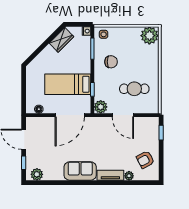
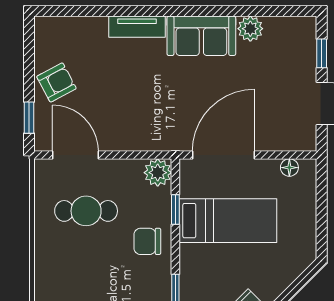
chair: (111, 62) -> (147, 241), moved
door: (123, 115) -> (75, 155), moved
armchair: (145, 160) -> (56, 82), moved
plant: (37, 174) -> (250, 29), moved
plant: (129, 176) -> (97, 26), removed

